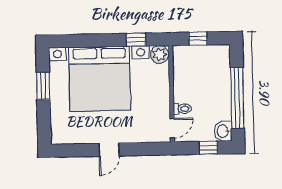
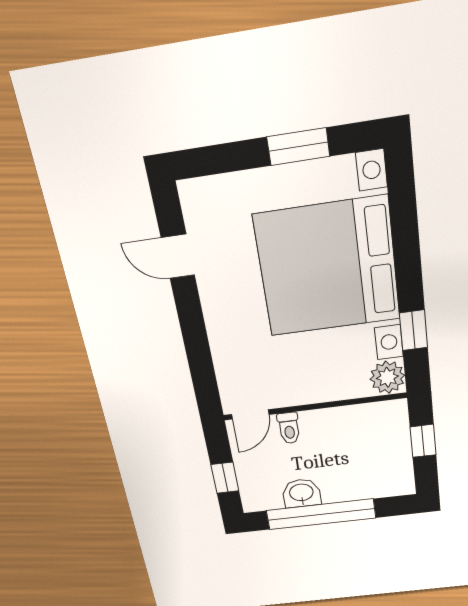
door: (172, 128) -> (250, 414), hinge flipped
washbasin: (223, 131) -> (301, 493), moved
door: (109, 150) -> (178, 256), moved

